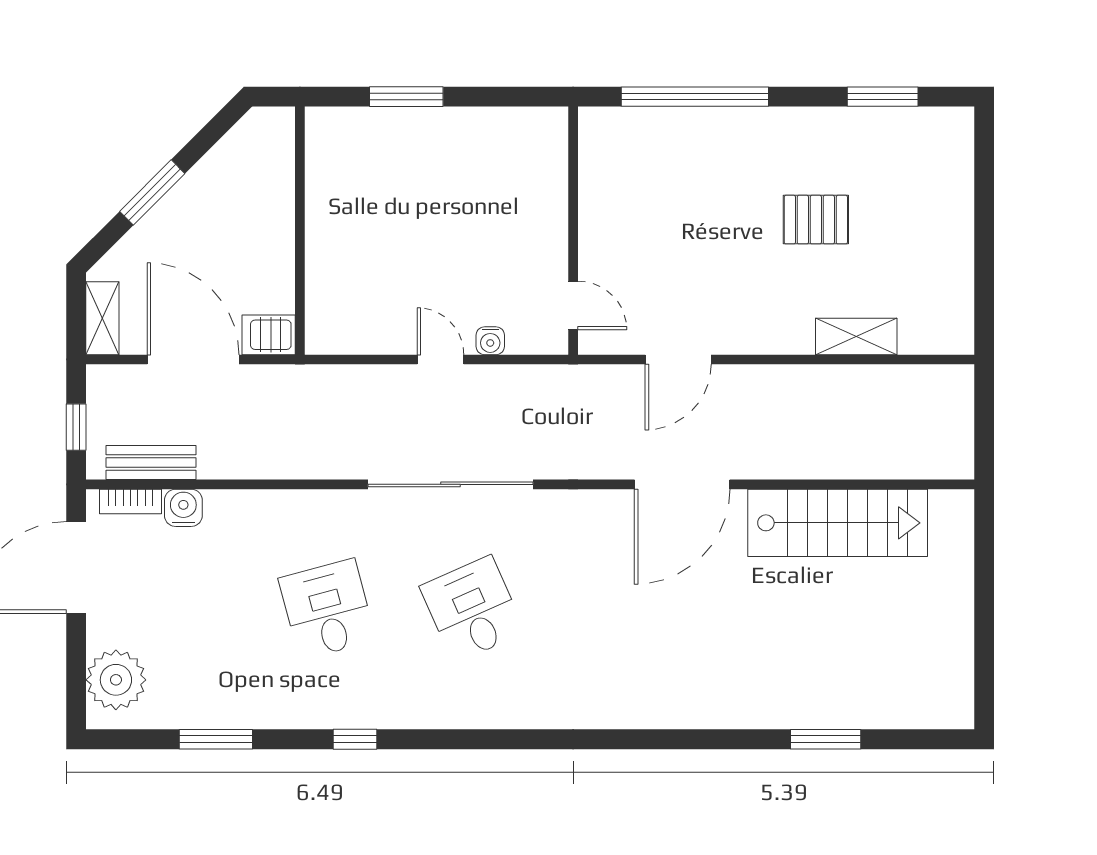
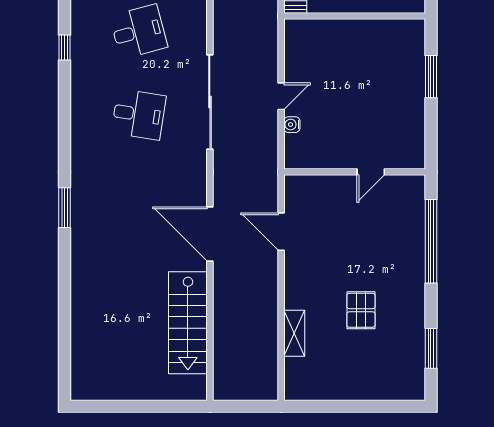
door: (573, 305) -> (371, 172), moved
desk: (472, 609) -> (139, 114), turned 33
window: (826, 739) -> (65, 208), moved

